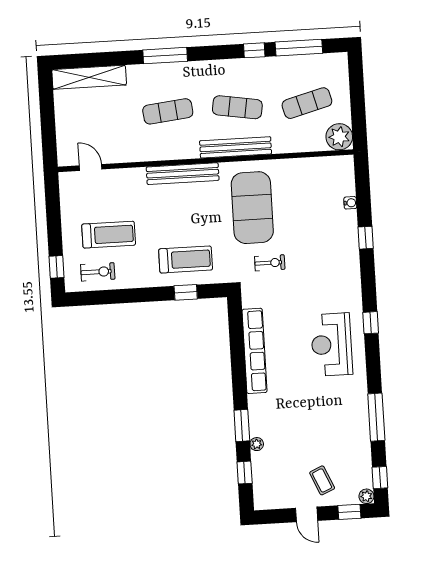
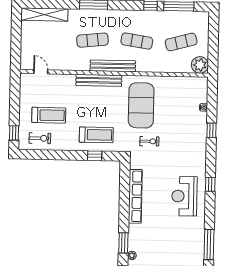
bench: (236, 147) -> (113, 66), moved

